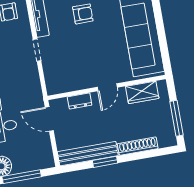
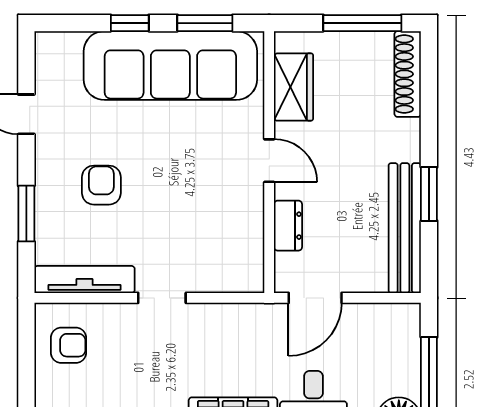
window: (158, 14) -> (130, 23), added
window: (164, 47) -> (205, 23), added
shoe rack: (138, 146) -> (408, 74), moved

